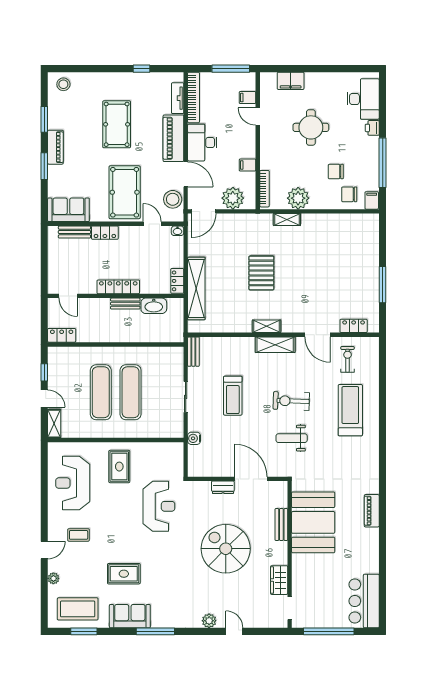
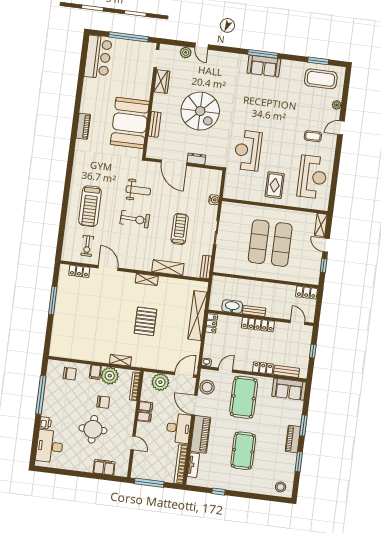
filing cabinet: (247, 98) -> (144, 417), moved
chair: (336, 172) -> (103, 402), moved
filing cabinet: (372, 200) -> (95, 372), moved
door: (152, 224) -> (225, 370), swing flipped
window: (44, 262) -> (313, 351), added
shelving: (275, 345) -> (168, 268), moved
rug: (124, 574) -> (282, 102), removed
sofa: (130, 616) -> (264, 66), moved
plant: (209, 621) -> (186, 52), moved

